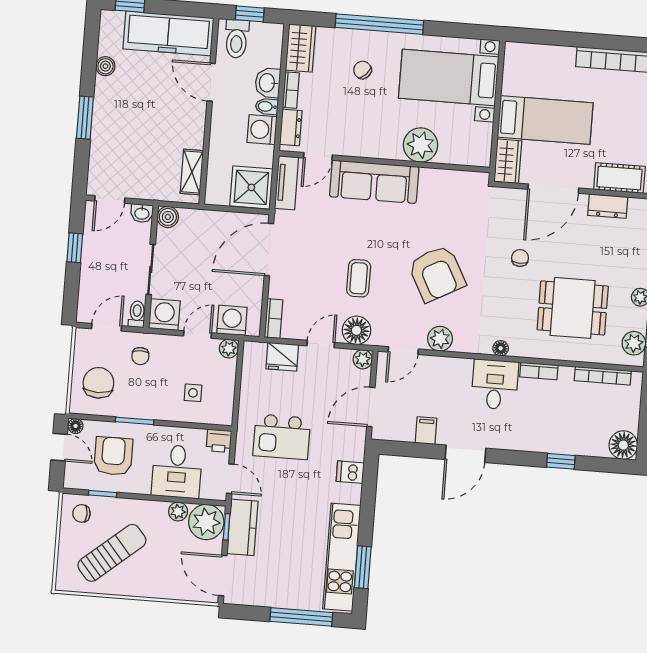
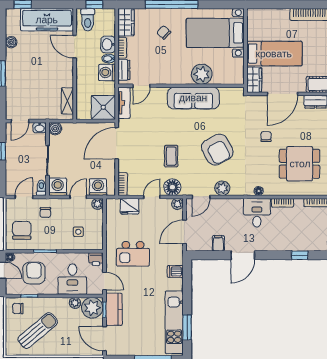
sofa: (374, 182) -> (193, 98), moved

